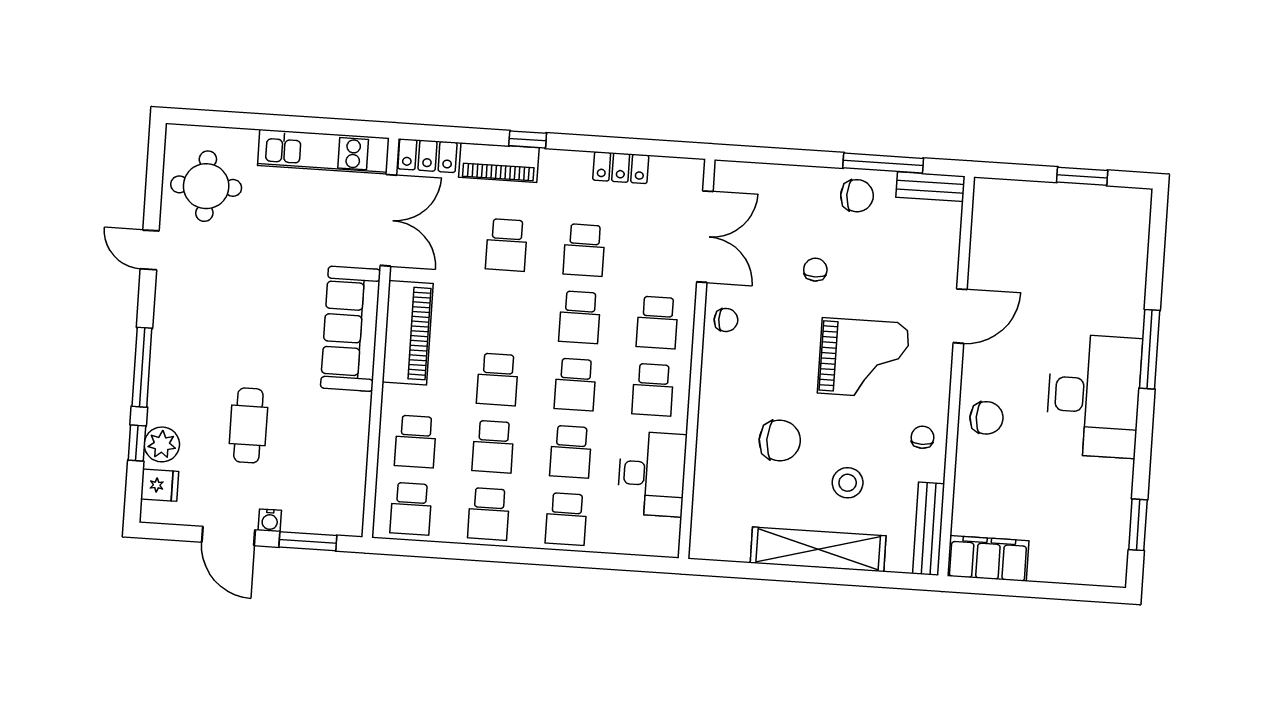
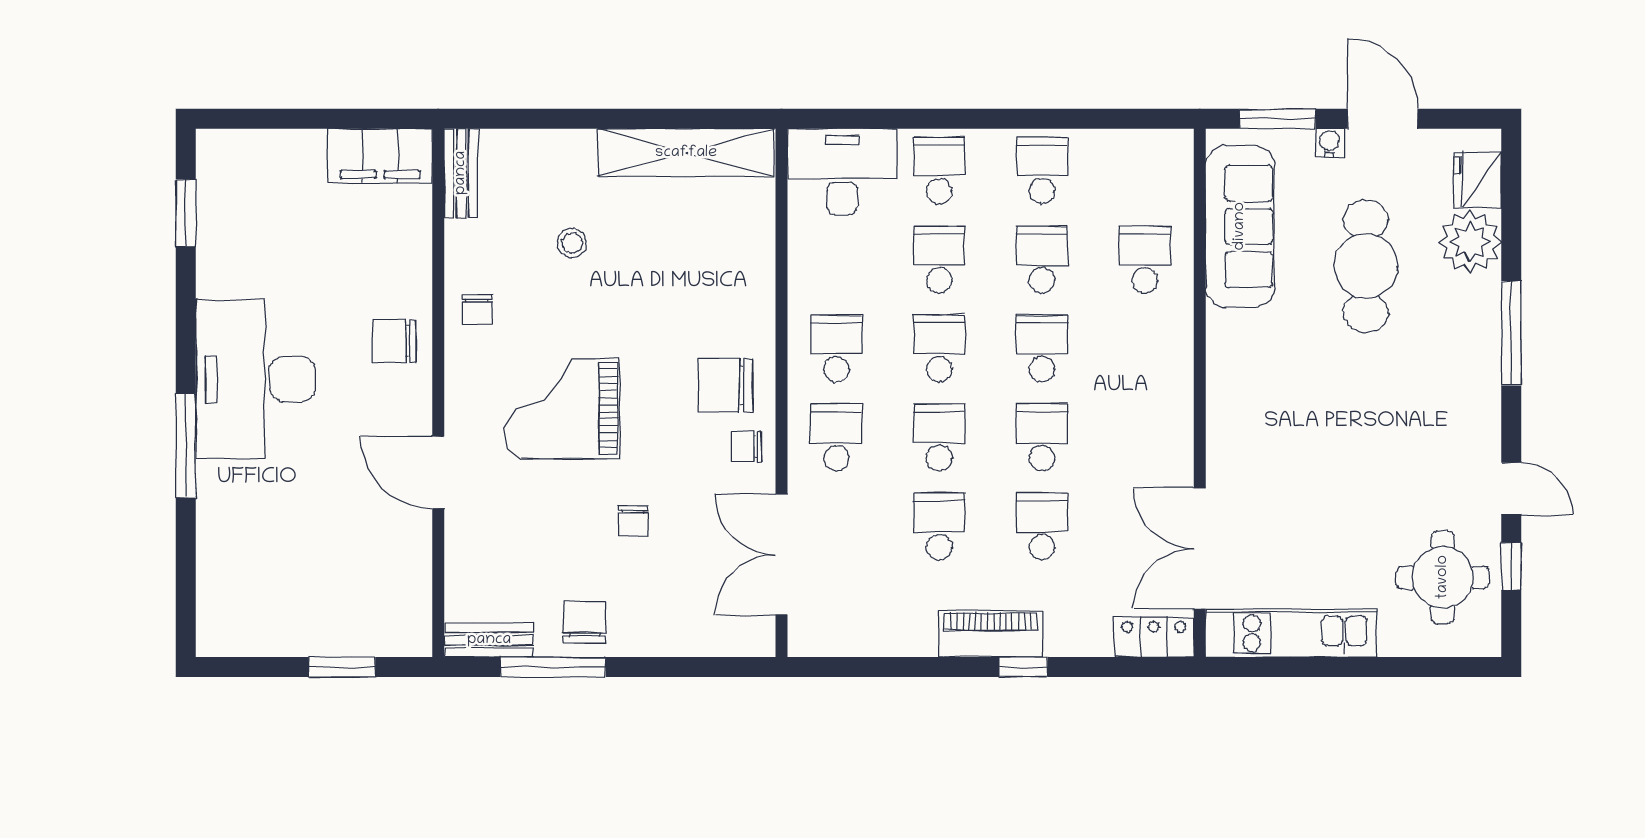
piano: (499, 163) -> (991, 634), moved
locker: (621, 168) -> (898, 638), removed
window: (1082, 176) -> (342, 667), moved
chair: (857, 196) -> (585, 622), turned 90
door: (960, 316) -> (438, 472), hinge flipped
sofa: (351, 329) -> (1240, 226), moved
piano: (408, 333) -> (1165, 402), removed
cafe table: (248, 425) -> (1366, 266), width x1.37, depth x1.35
chair: (780, 441) -> (726, 385), moved
window: (137, 443) -> (1511, 566), moved
plant: (162, 444) -> (1470, 242), width x1.36, depth x1.36
desk: (652, 474) -> (842, 172), moved, turned 90
stool: (848, 483) -> (572, 243), width x0.73, depth x0.73
fridge: (160, 485) -> (1478, 180), width x1.38
school desk: (411, 509) -> (1042, 437), moved
bench: (929, 529) -> (461, 173), width x0.73
shelving: (818, 549) -> (686, 153), moved

